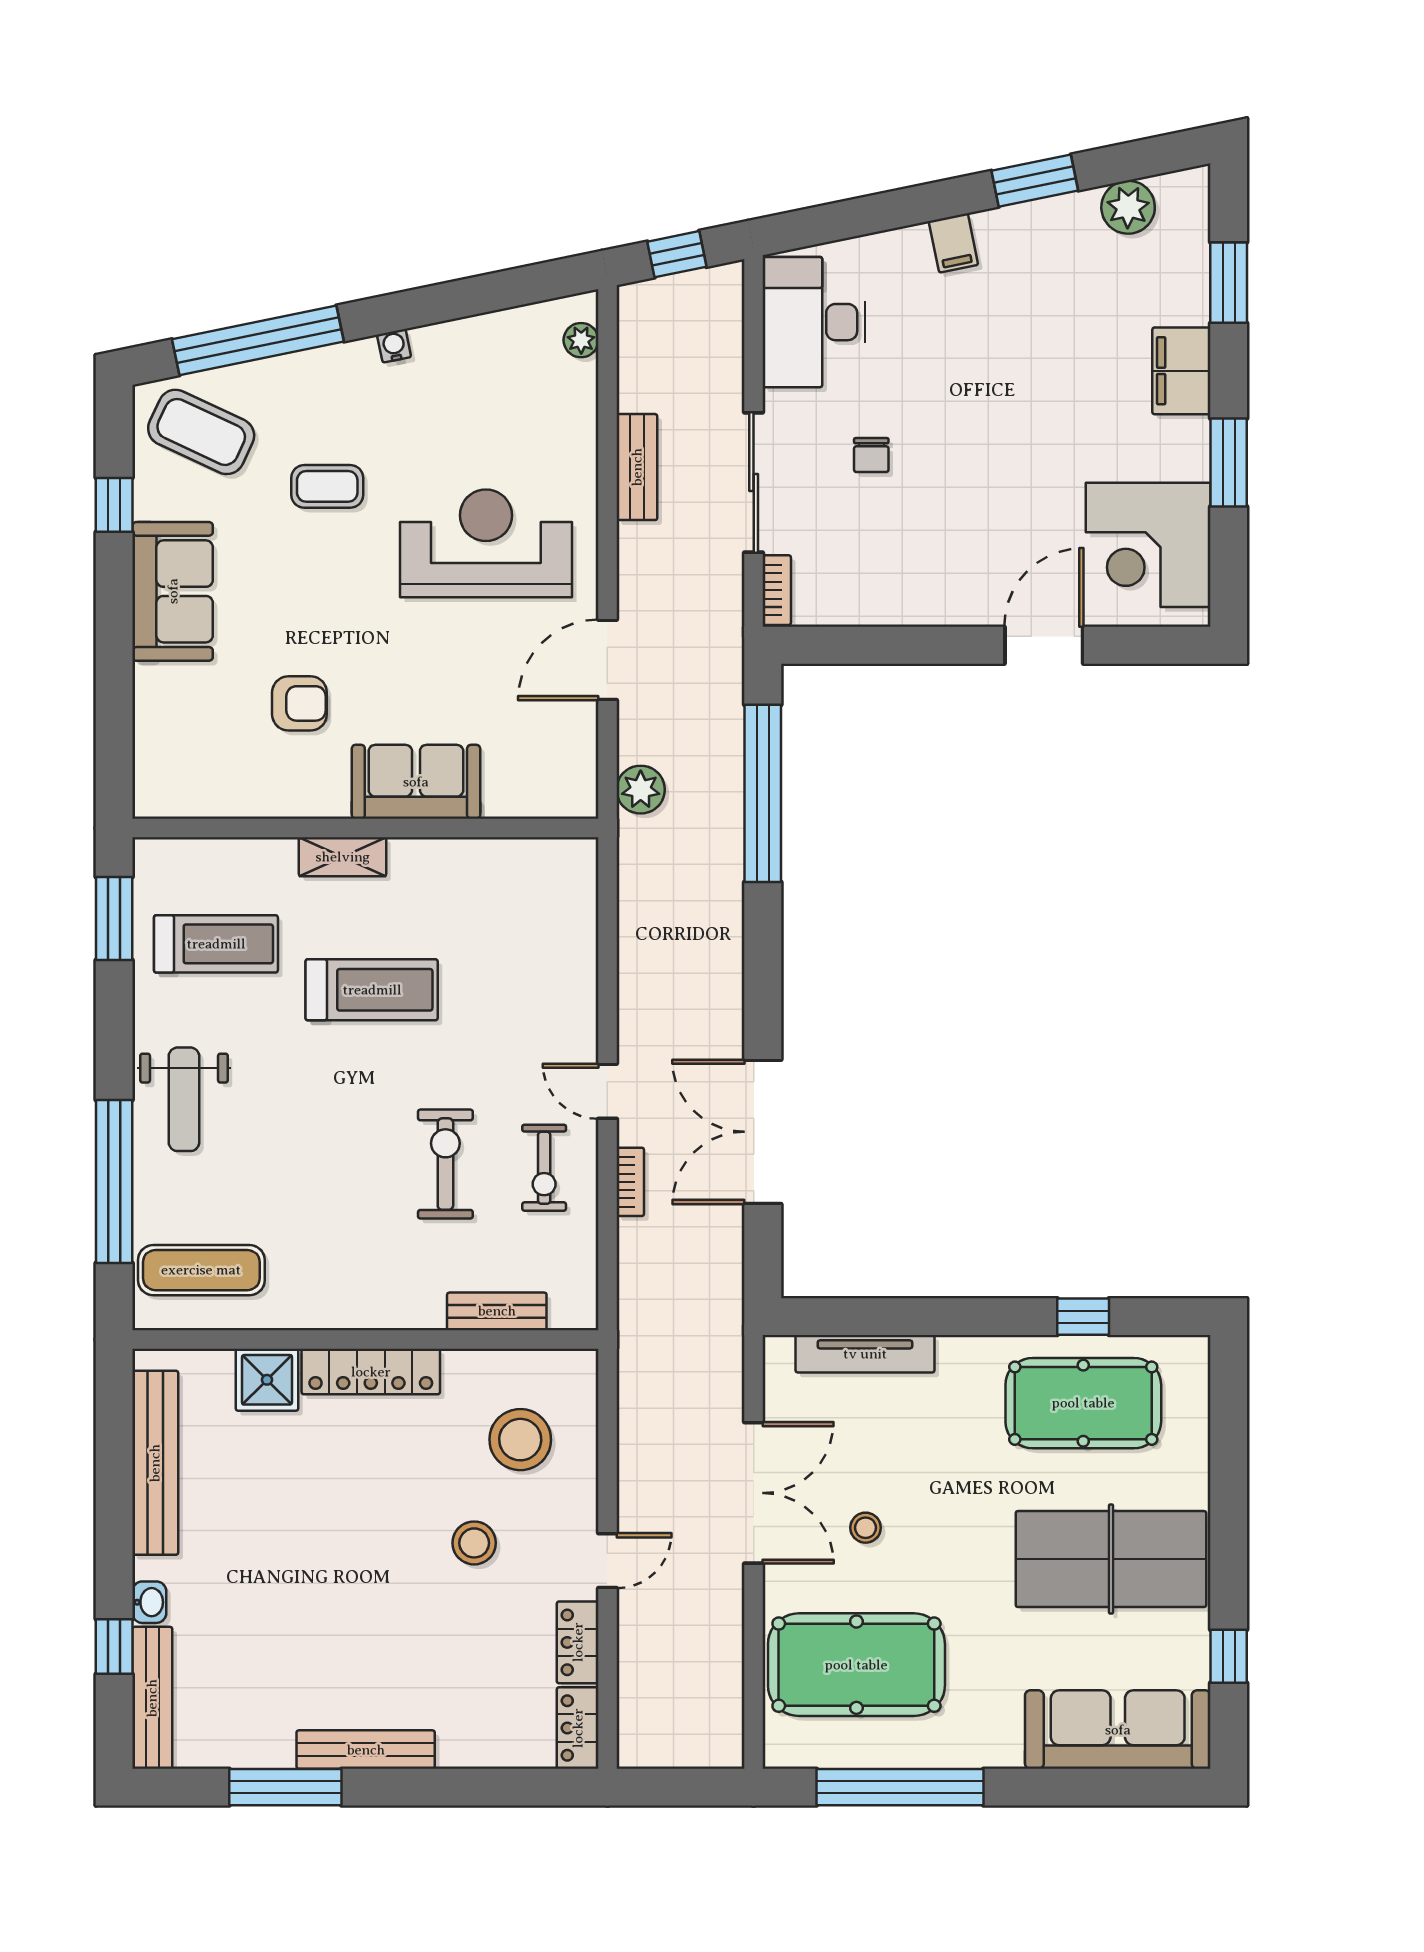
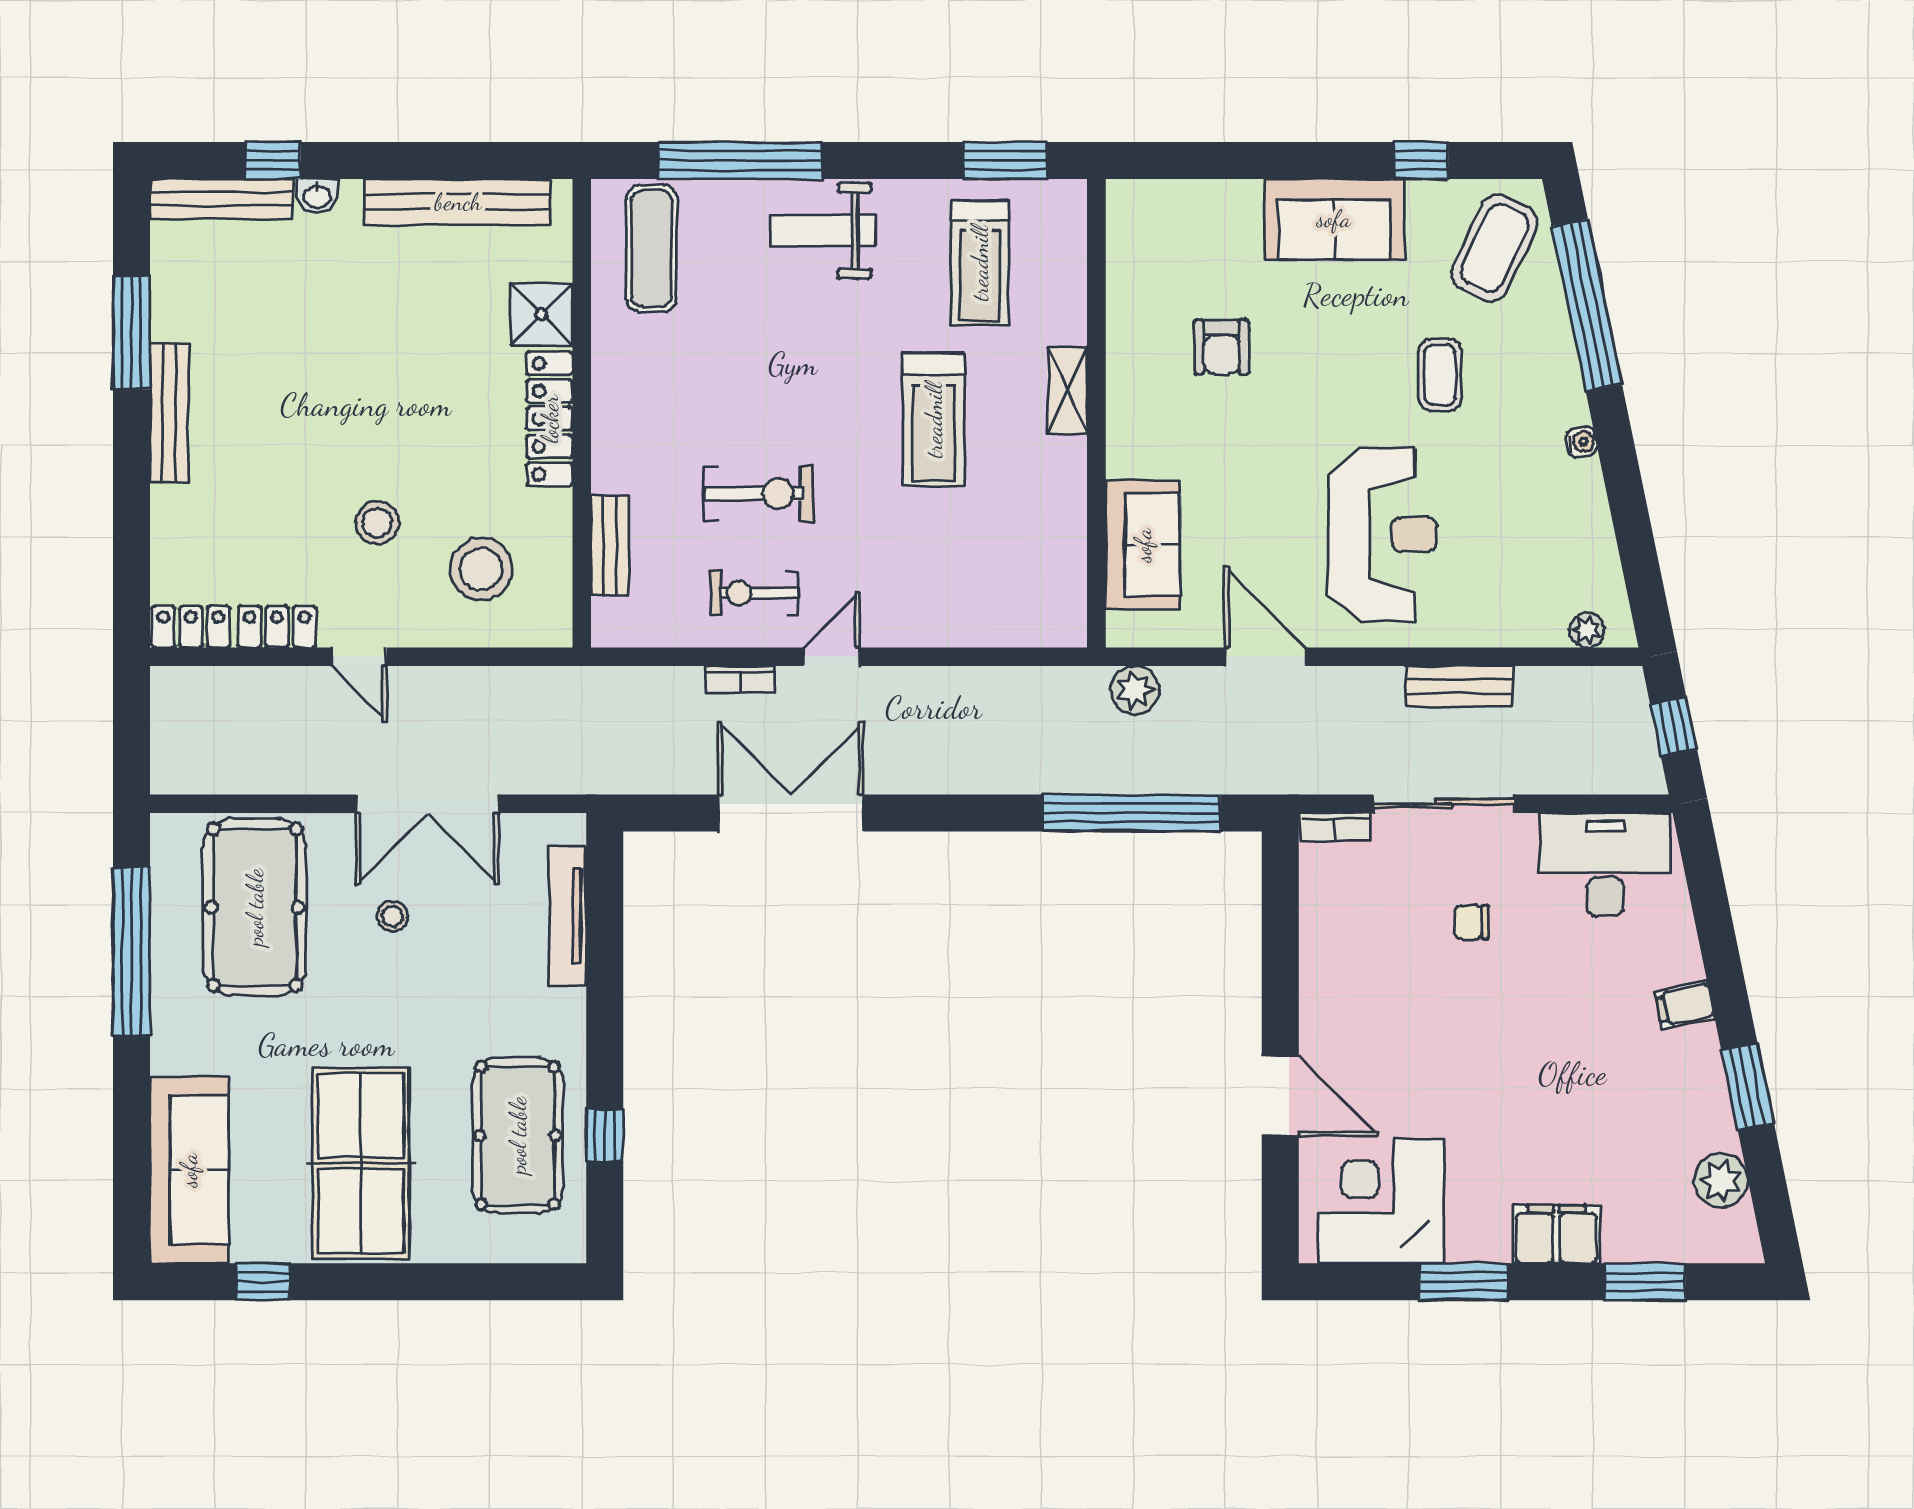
sofa: (416, 782) -> (1143, 545), moved

